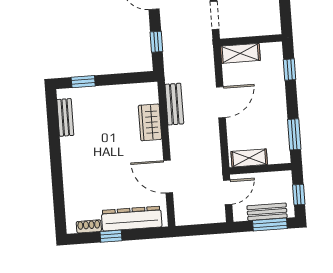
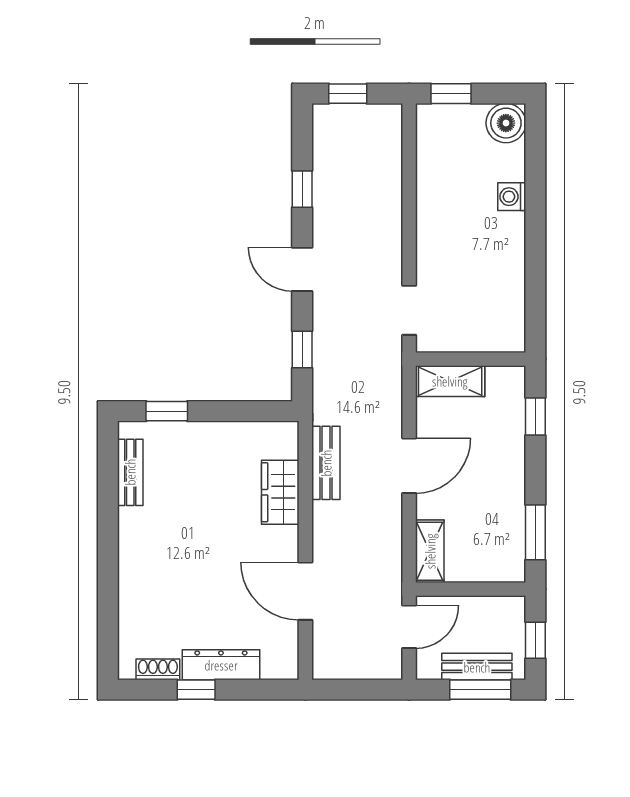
shelving: (249, 158) -> (430, 551), moved, turned 90
dresser: (132, 219) -> (221, 665), width x0.73, depth x0.80

